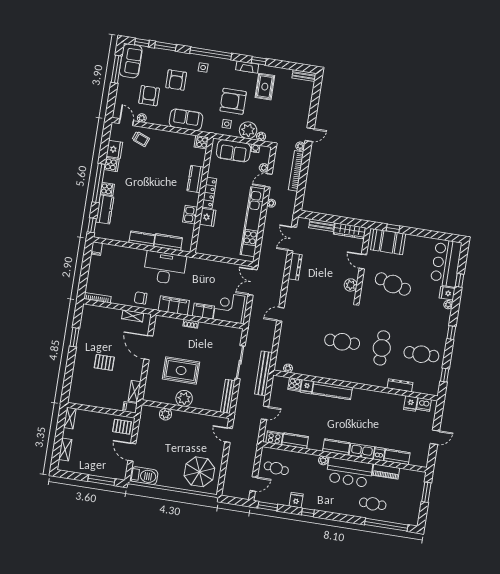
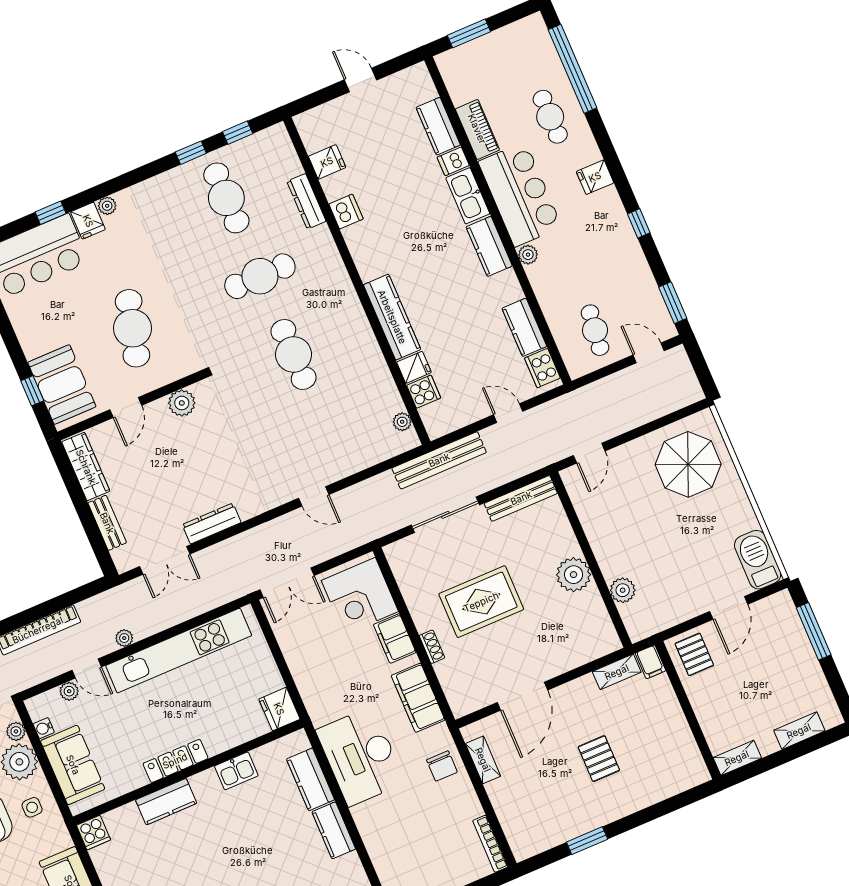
fridge: (208, 217) -> (279, 709), moved, turned -90
window: (451, 333) -> (191, 153), moved
rug: (181, 371) -> (481, 602), moved, turned 90
dishwasher: (424, 404) -> (346, 212), moved
fridge: (296, 500) -> (595, 177), moved

